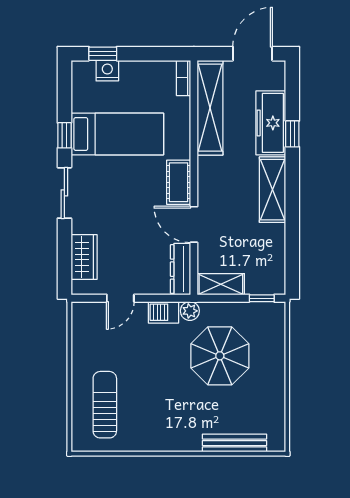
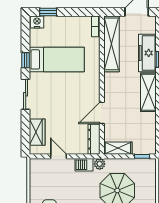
nightstand: (107, 71) -> (37, 22), moved
cot: (179, 182) -> (93, 88), removed
door: (194, 224) -> (102, 113), hinge flipped
door: (120, 298) -> (59, 156), swing flipped

